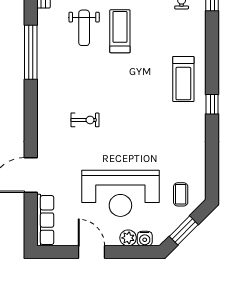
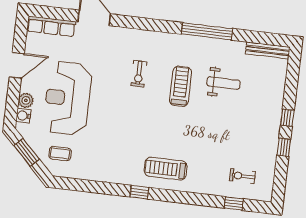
weight bench: (84, 28) -> (223, 83), turned 180
treadmill: (120, 31) -> (181, 86), moved, turned -90

